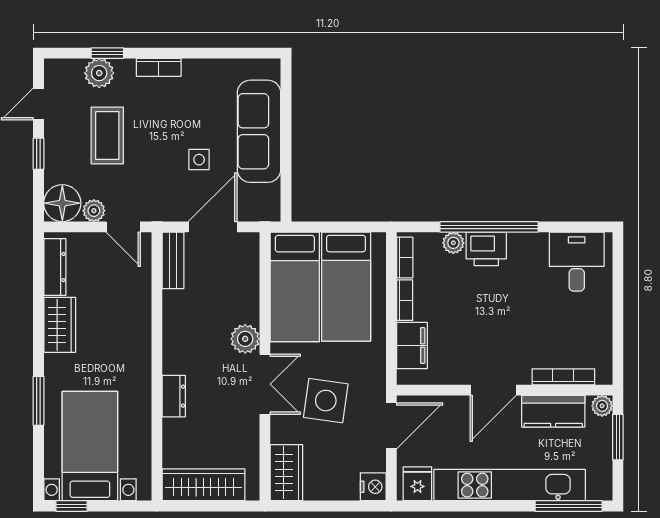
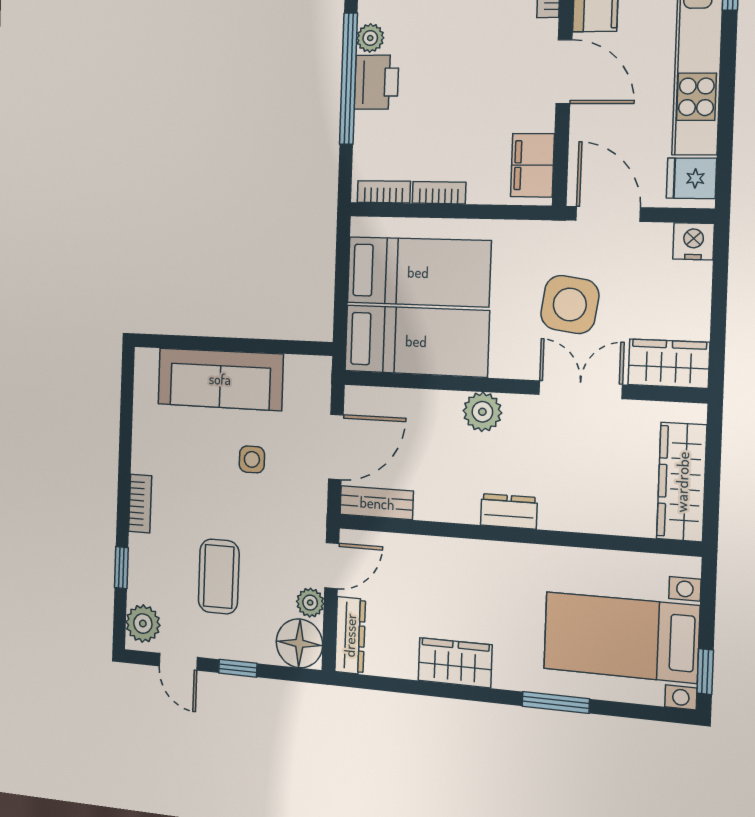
plant: (99, 73) -> (143, 624), moved
coffee table: (107, 136) -> (219, 577), turned 90
door: (213, 227) -> (336, 447), swing flipped
plant: (453, 243) -> (370, 38), moved
dresser: (55, 267) -> (350, 635), moved, turned 90
filing cabinet: (412, 345) -> (532, 165), moved, turned -90
double door: (265, 384) -> (580, 390), moved
dresser: (174, 396) -> (509, 511), moved

